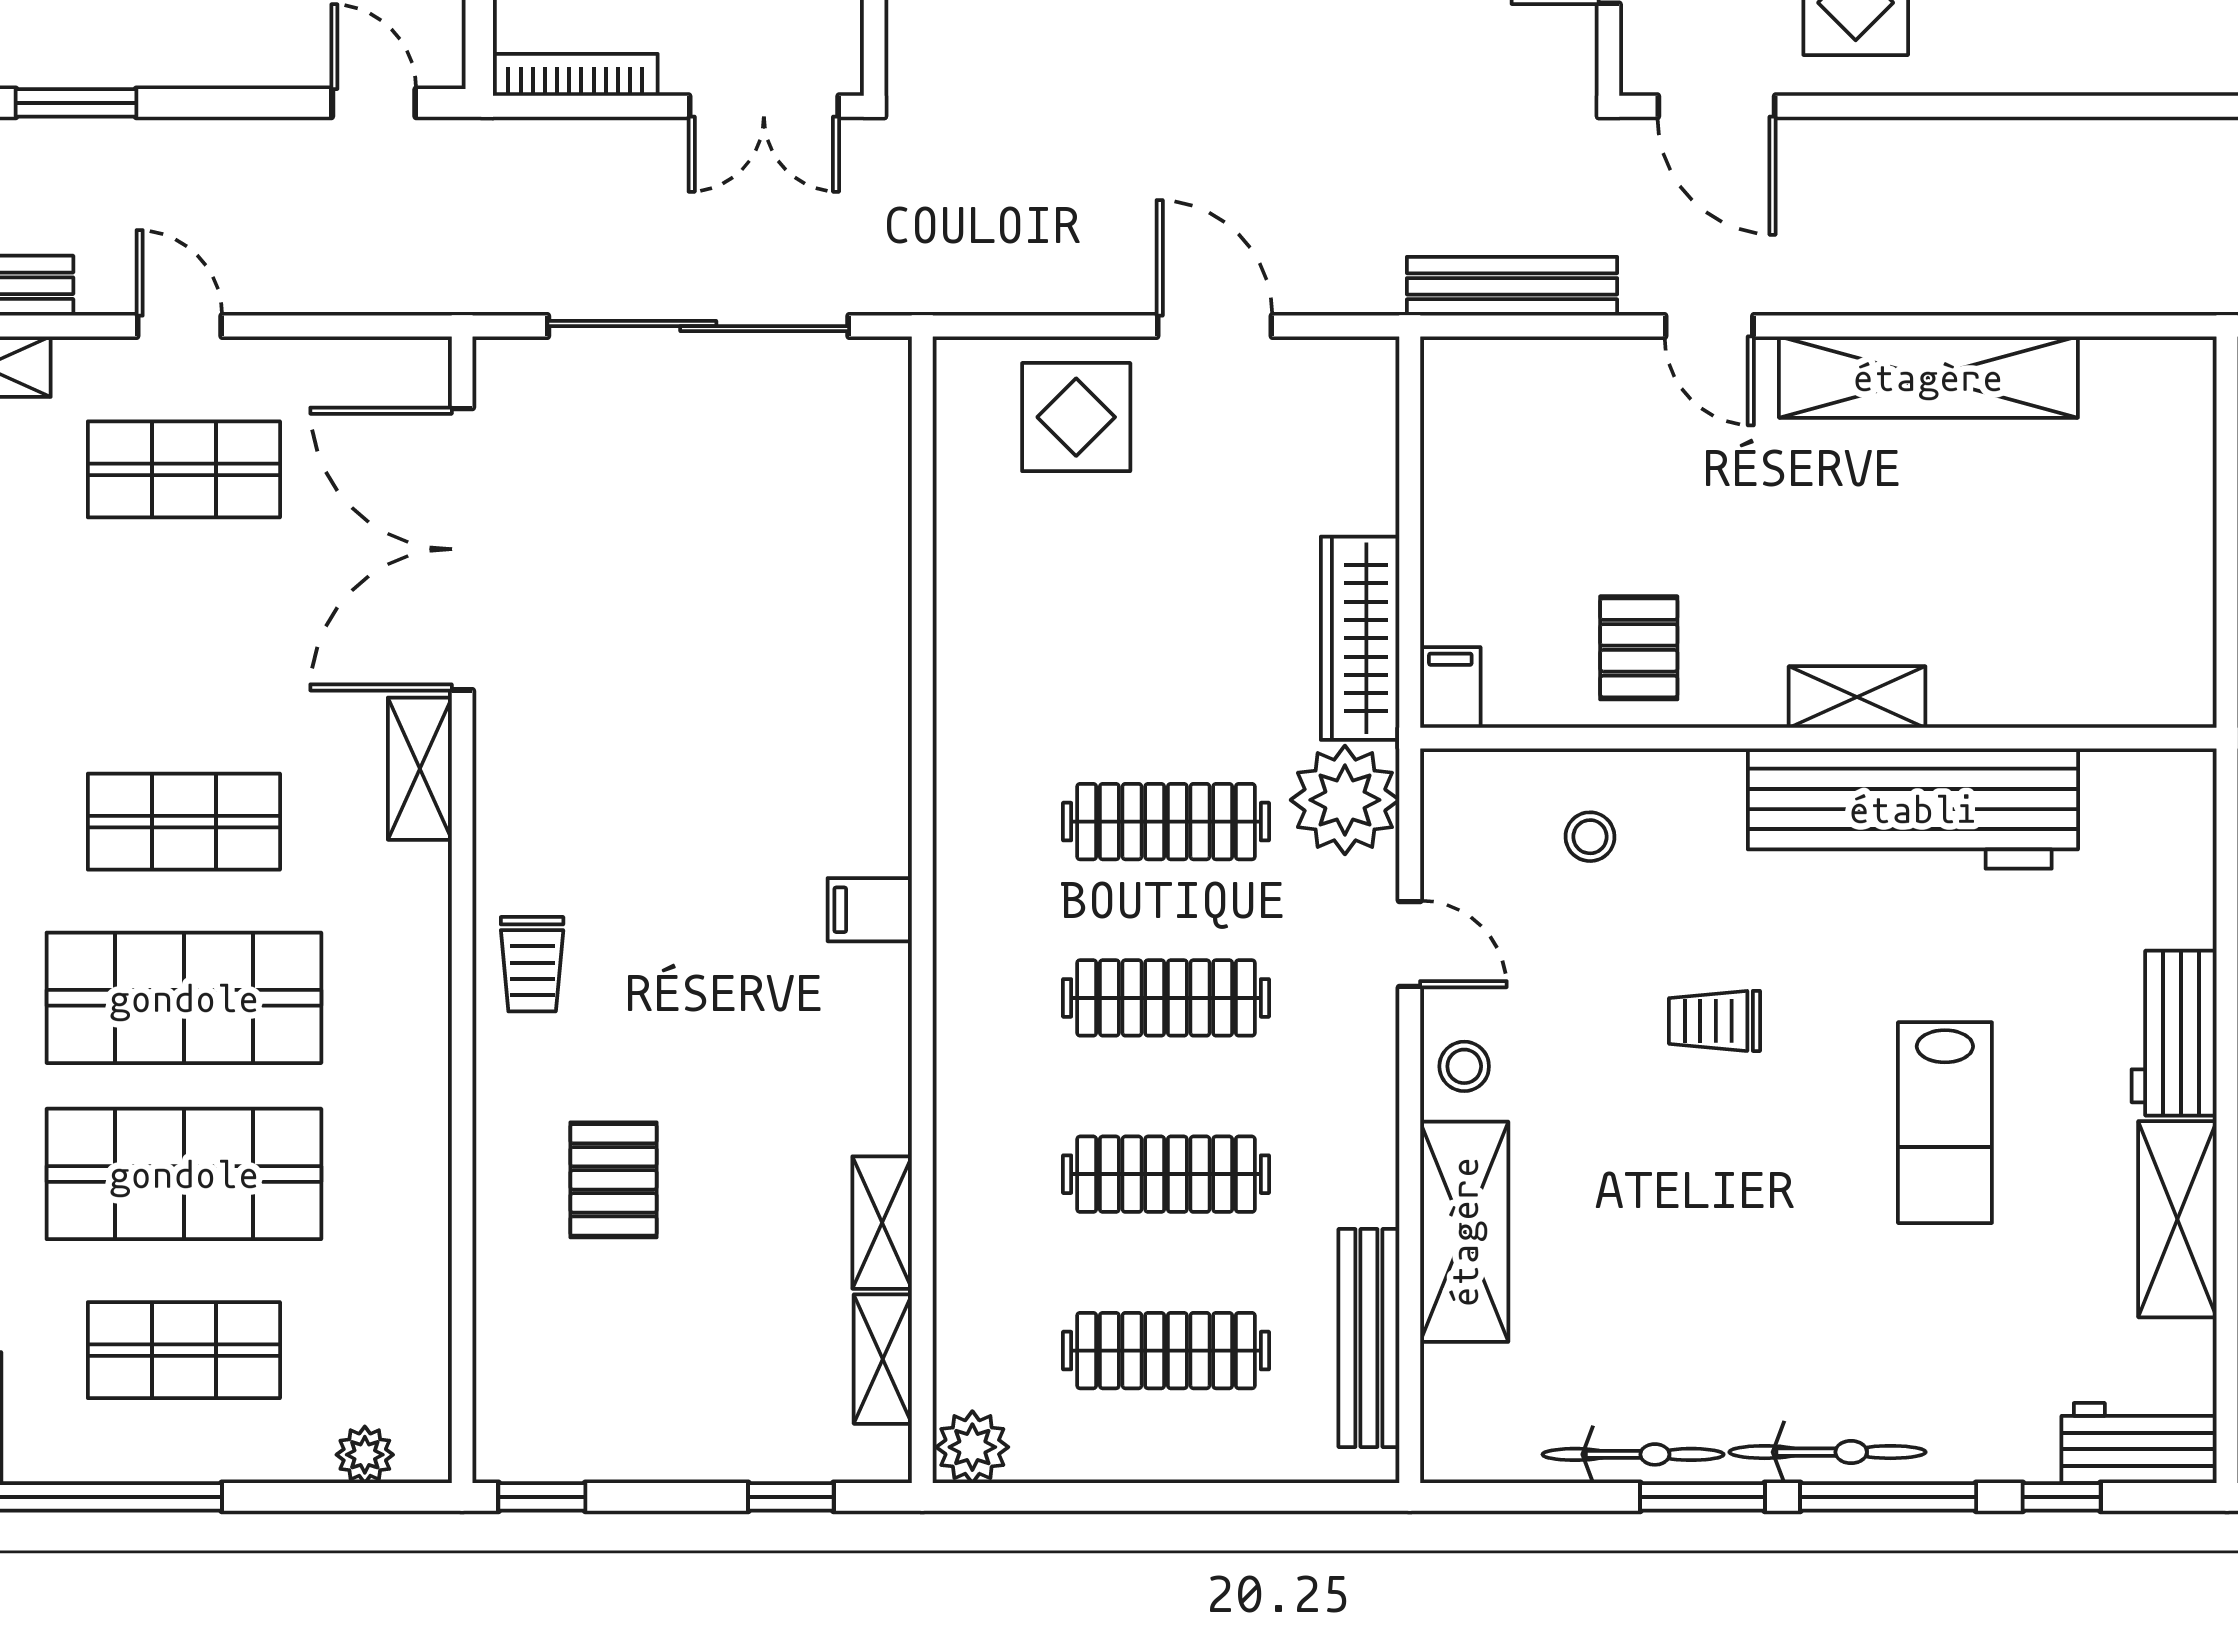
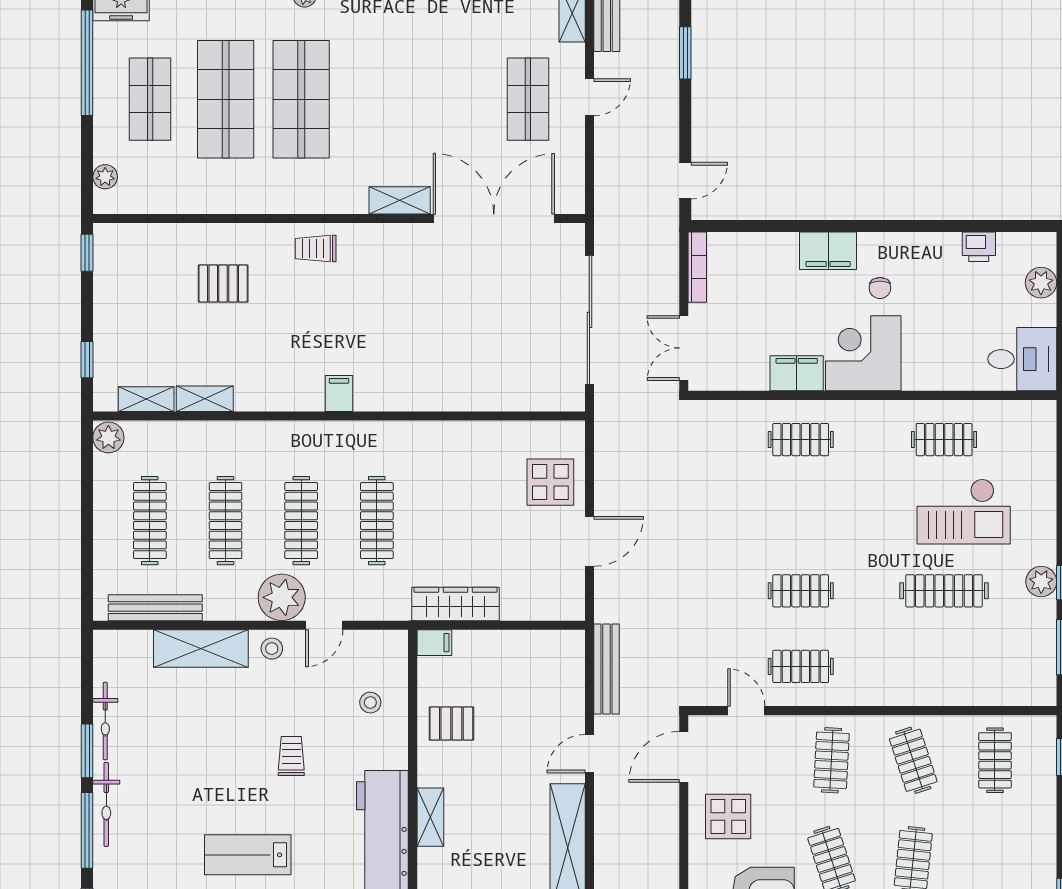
plant: (1345, 800) -> (282, 597), moved
shop shelf: (184, 822) -> (377, 99), removed

